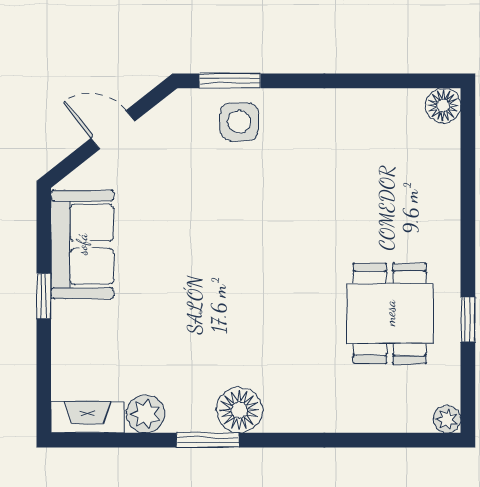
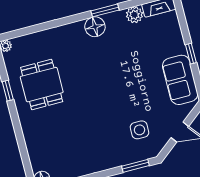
side table: (239, 122) -> (140, 130), moved

